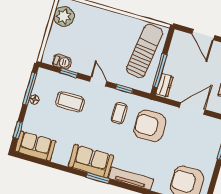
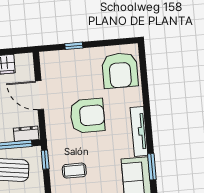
window: (124, 89) -> (45, 160), moved
armchair: (150, 126) -> (87, 116), moved, turned -90

